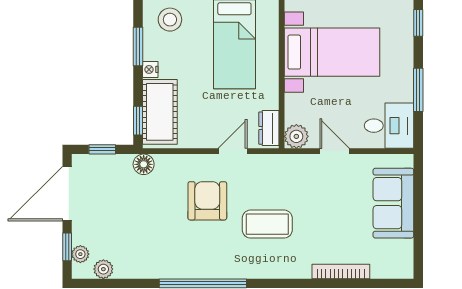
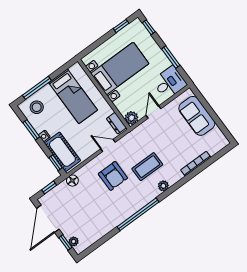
door: (233, 151) -> (108, 145), hinge flipped
door: (335, 151) -> (153, 112), hinge flipped
armchair: (207, 201) -> (113, 176), turned 180
plant: (103, 269) -> (163, 186), moved

